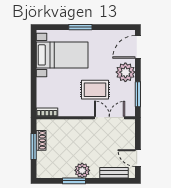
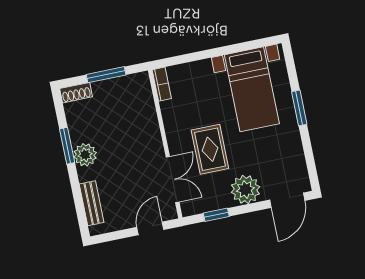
door: (138, 47) -> (287, 200), swing flipped
window: (138, 94) -> (216, 215), width x0.67
shoe rack: (41, 140) -> (76, 93), moved
door: (138, 158) -> (150, 228), moved

